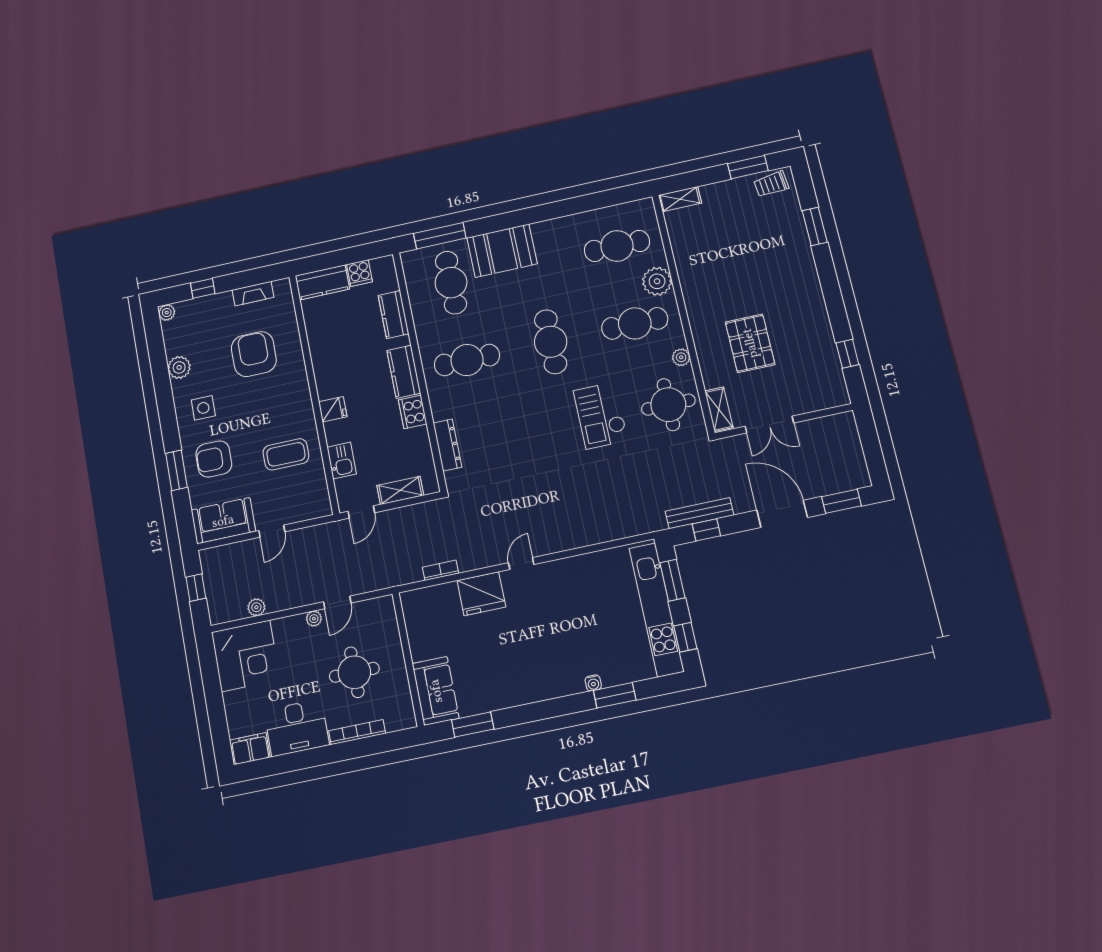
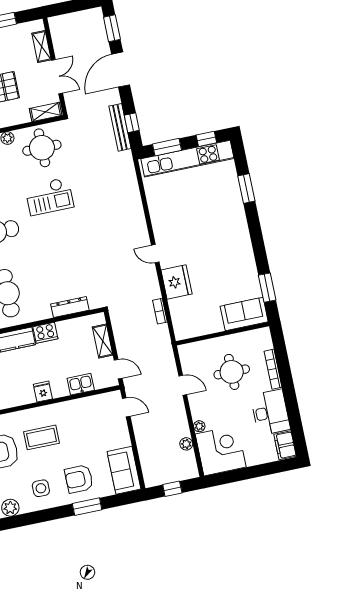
shelving: (812, 403) -> (42, 46), added
coffee table: (286, 454) -> (42, 437), moved, turned 90
armchair: (214, 459) -> (79, 479), turned 90
door: (272, 531) -> (126, 407), moved
plant: (314, 619) -> (199, 426), moved
water cooler: (593, 683) -> (238, 203), removed

